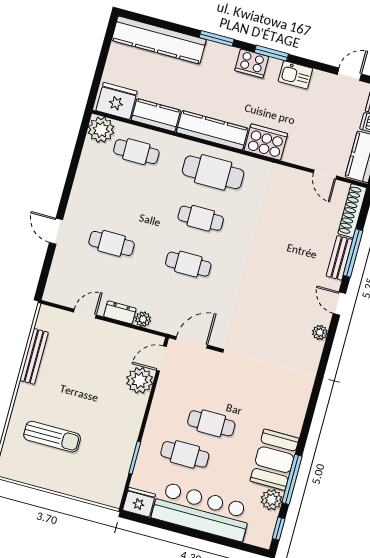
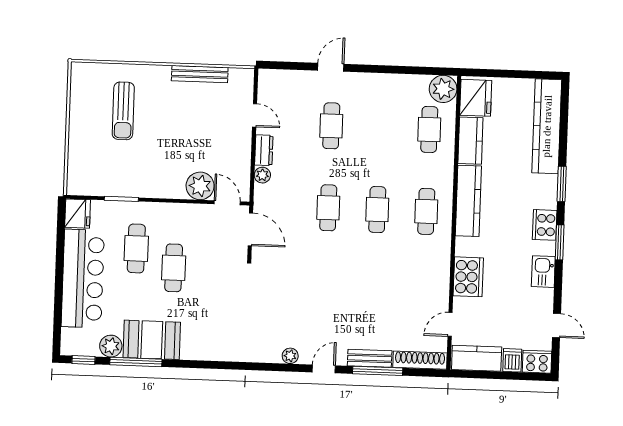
cooker: (266, 142) -> (468, 277), moved
cafe table: (213, 172) -> (426, 211), width x0.73, depth x0.74

